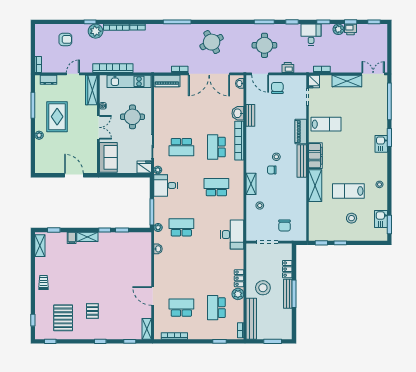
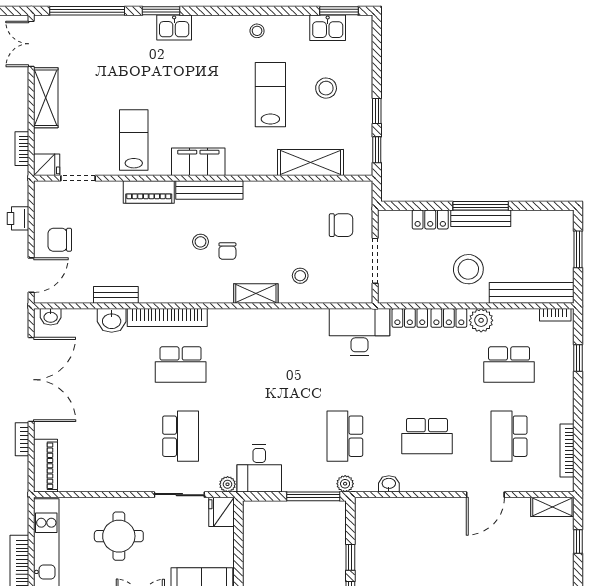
shelving: (315, 186) -> (311, 162), moved
school desk: (216, 187) -> (427, 436), moved, turned -90
lab bench: (348, 191) -> (270, 95), turned 180
locker: (239, 259) -> (410, 318), added

